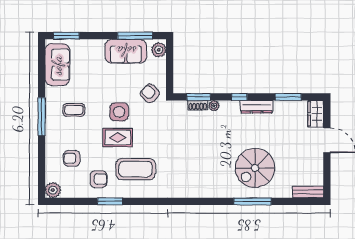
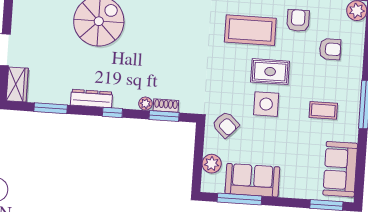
plant: (159, 50) -> (212, 164), moved
armchair: (98, 179) -> (298, 21), turned 90

